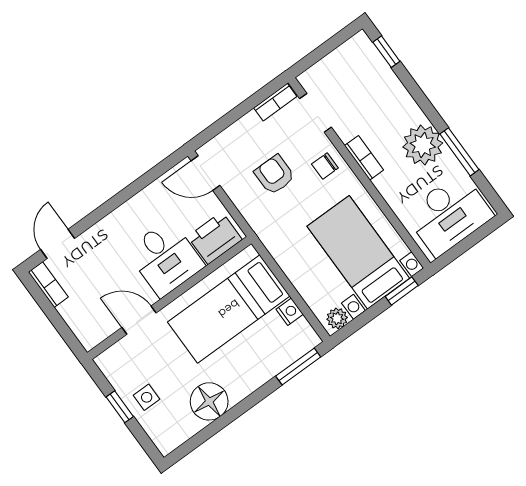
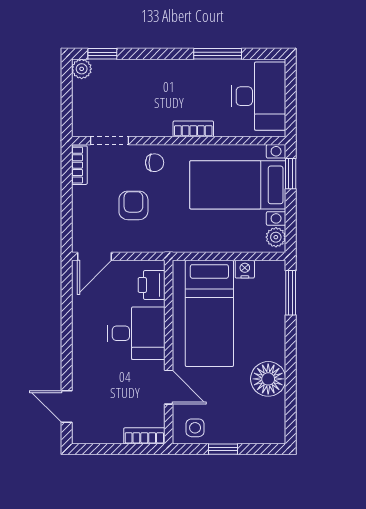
plant: (423, 145) -> (82, 69), moved, width x0.53, depth x0.53
bookcase: (364, 158) -> (193, 129), moved
chair: (325, 166) -> (155, 163), turned -90
armchair: (274, 175) -> (133, 205), turned 90
printer: (215, 238) -> (152, 285), width x0.73, depth x0.81
bookcase: (48, 285) -> (144, 436), moved
door: (139, 320) -> (169, 387), swing flipped
side table: (147, 397) -> (195, 428), moved

